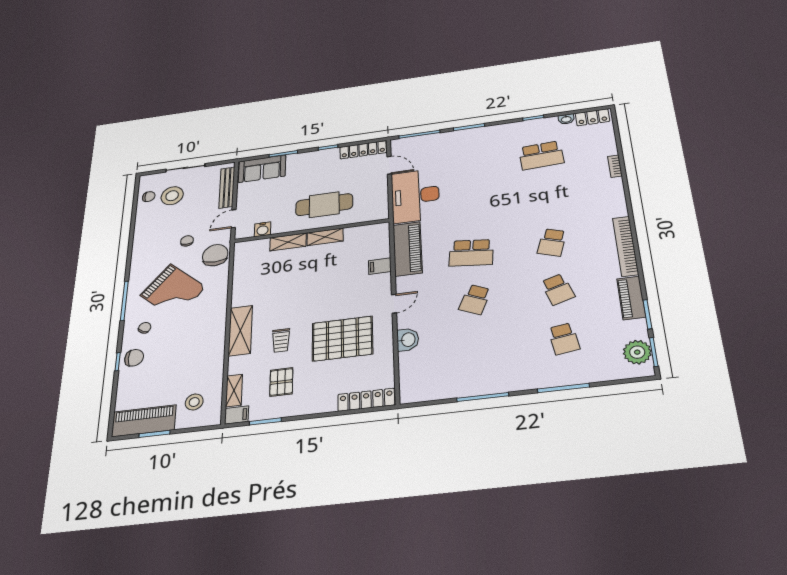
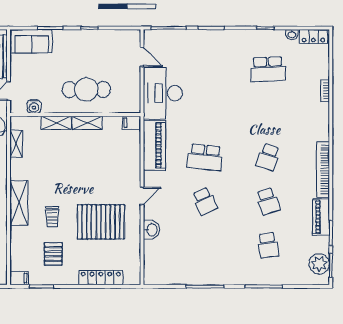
locker: (363, 150) -> (120, 36), removed
filing cabinet: (380, 266) -> (132, 123), moved
school desk: (475, 300) -> (205, 201), turned -48
shelving: (234, 390) -> (16, 144), moved
locker: (366, 400) -> (101, 278), moved

